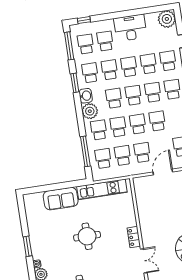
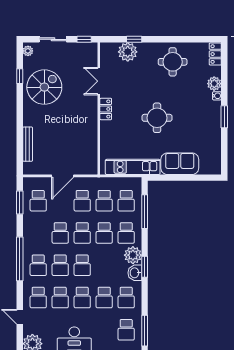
school desk: (105, 41) -> (104, 330), removed
window: (75, 83) -> (145, 267), moved
school desk: (114, 98) -> (104, 265), removed

